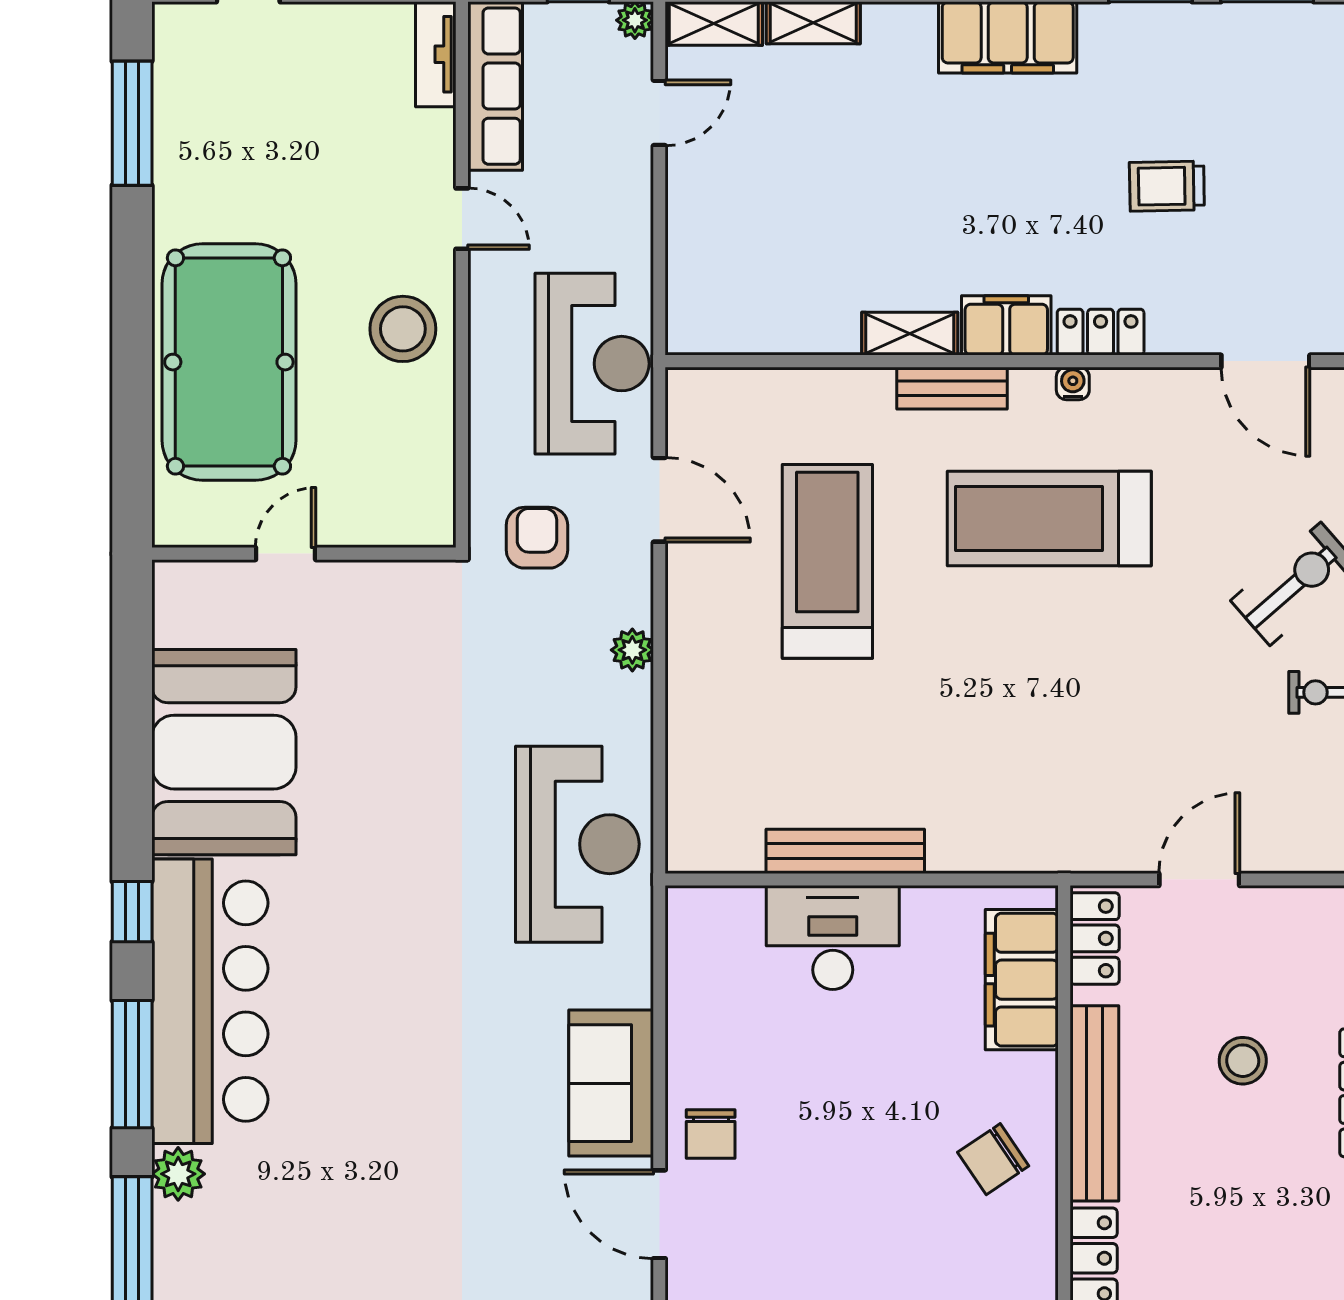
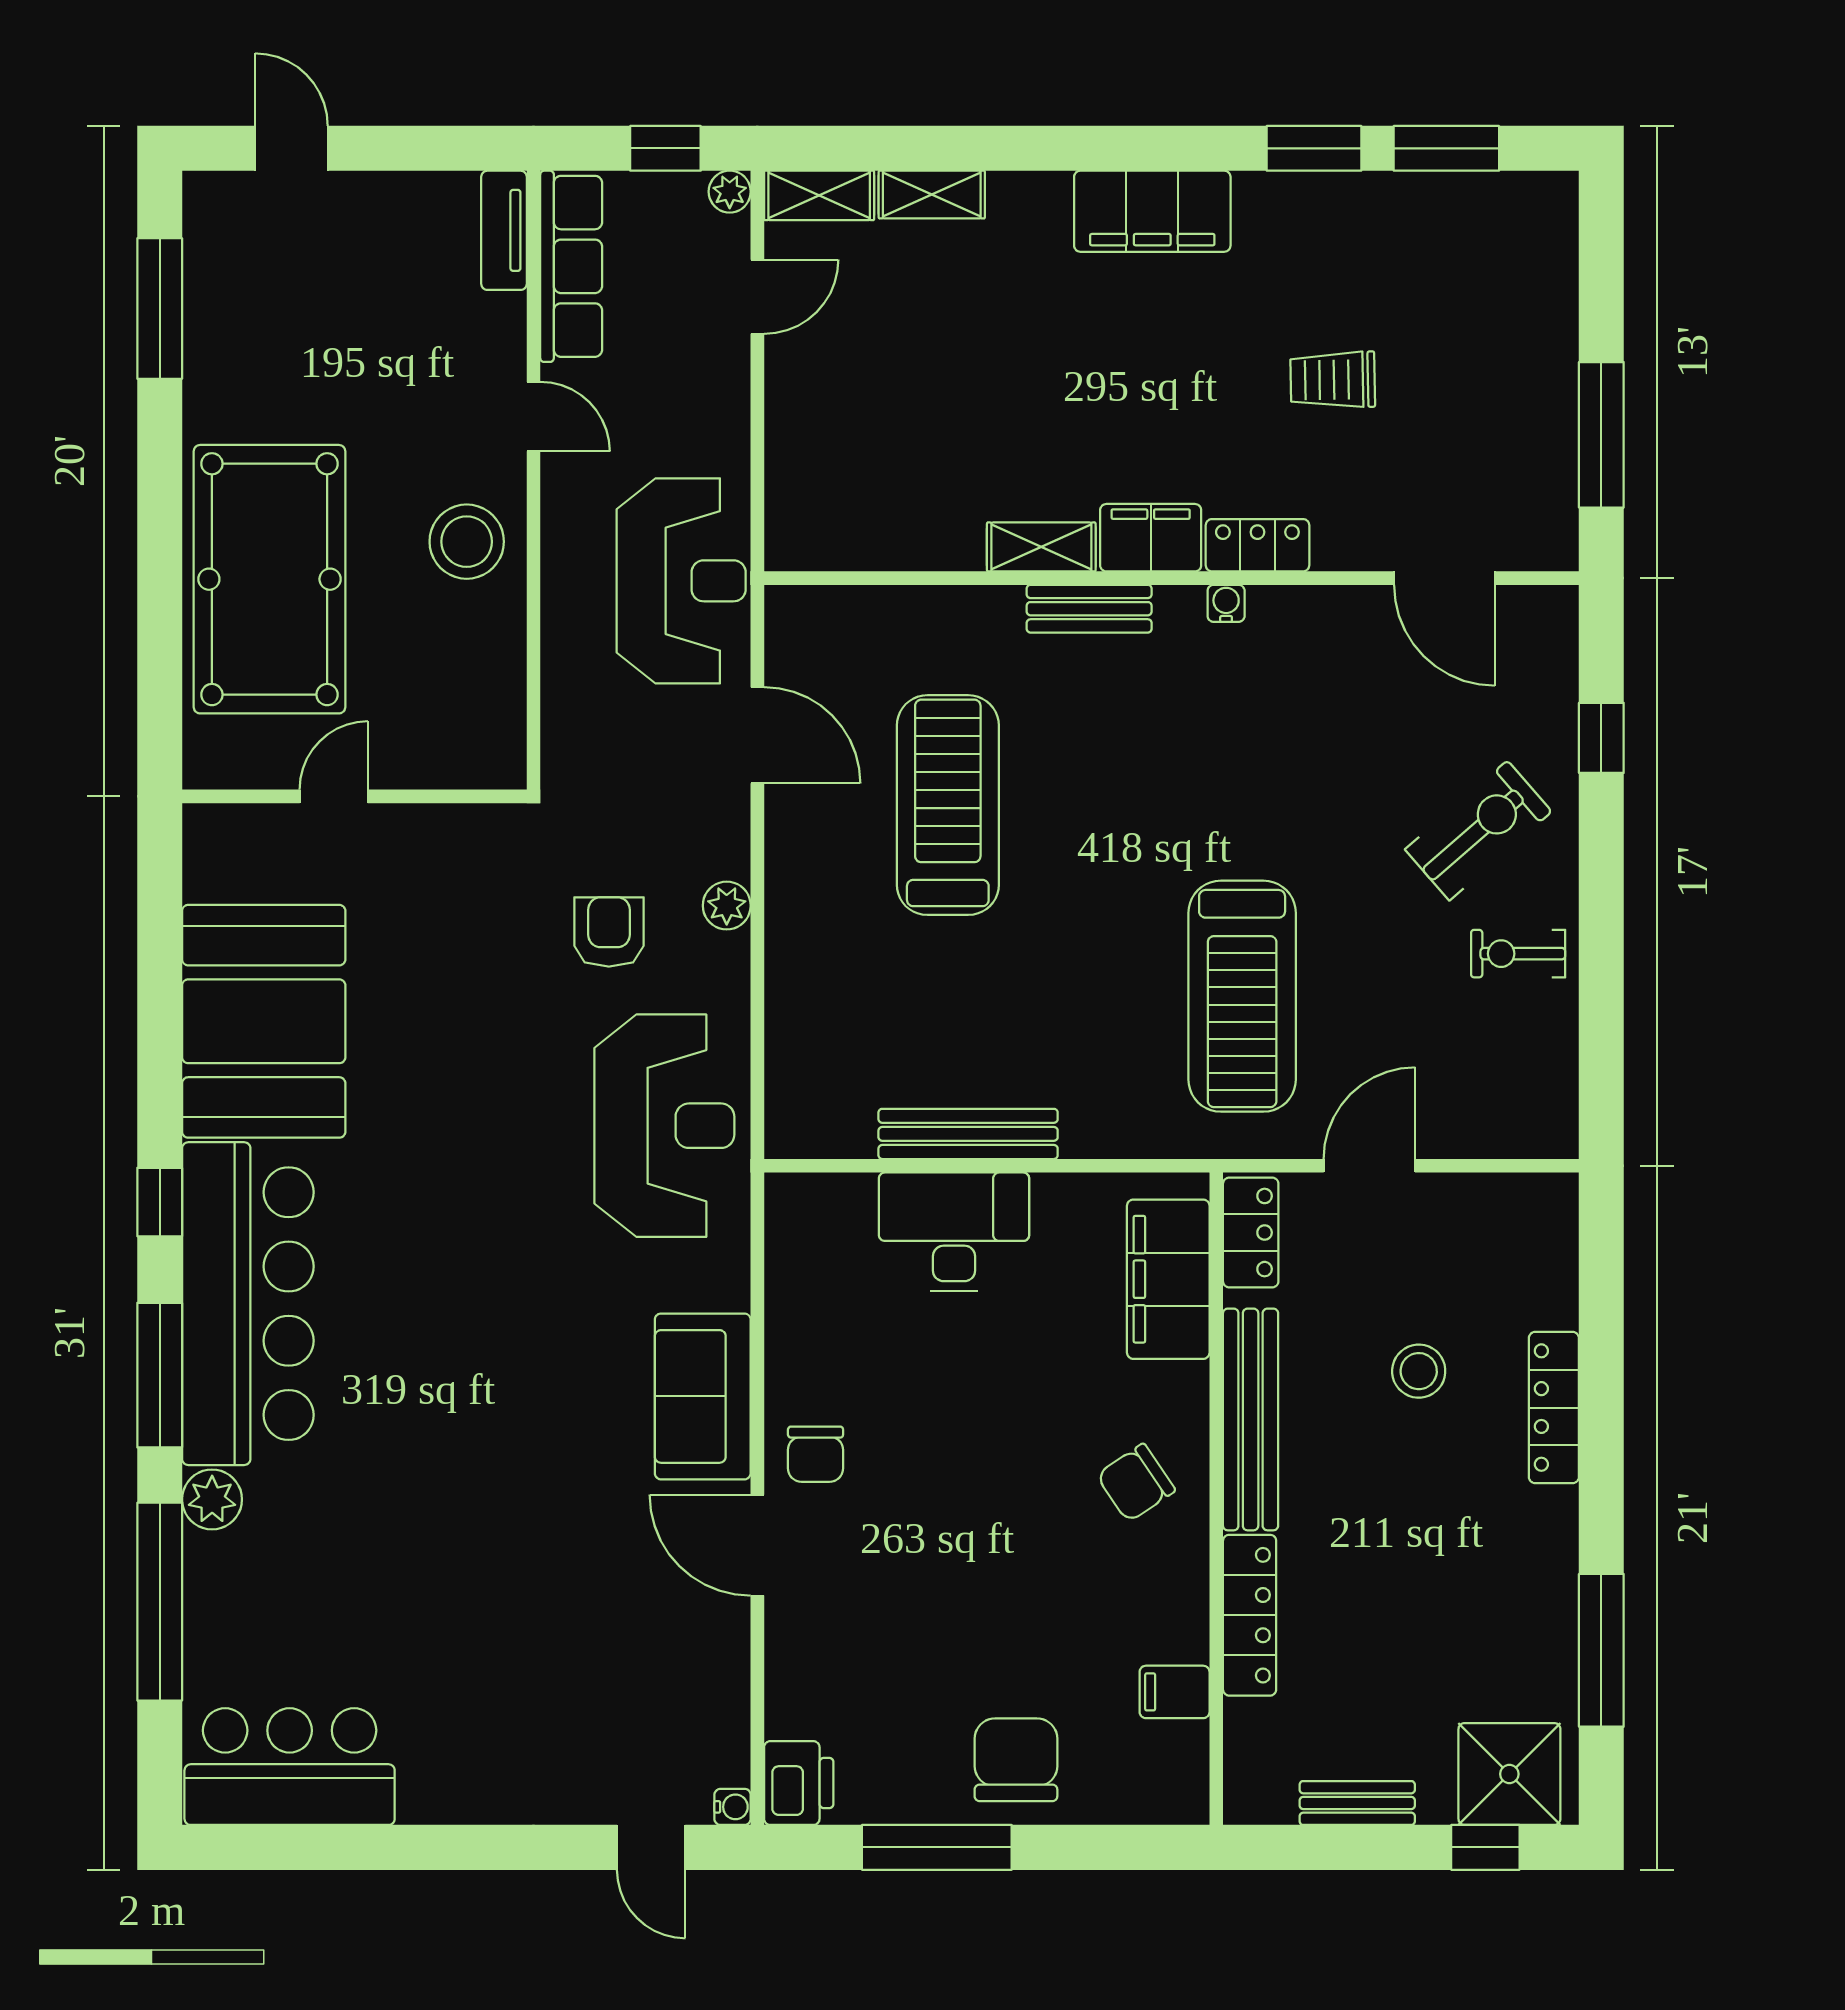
treadmill: (1049, 519) -> (1242, 996), moved, turned -90
armchair: (537, 538) -> (609, 932), moved

